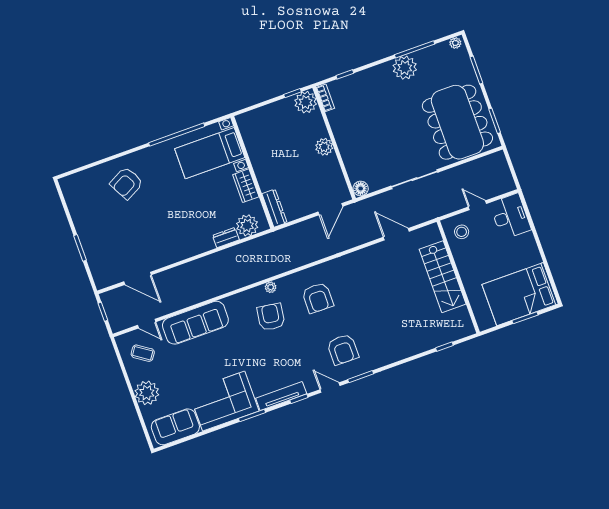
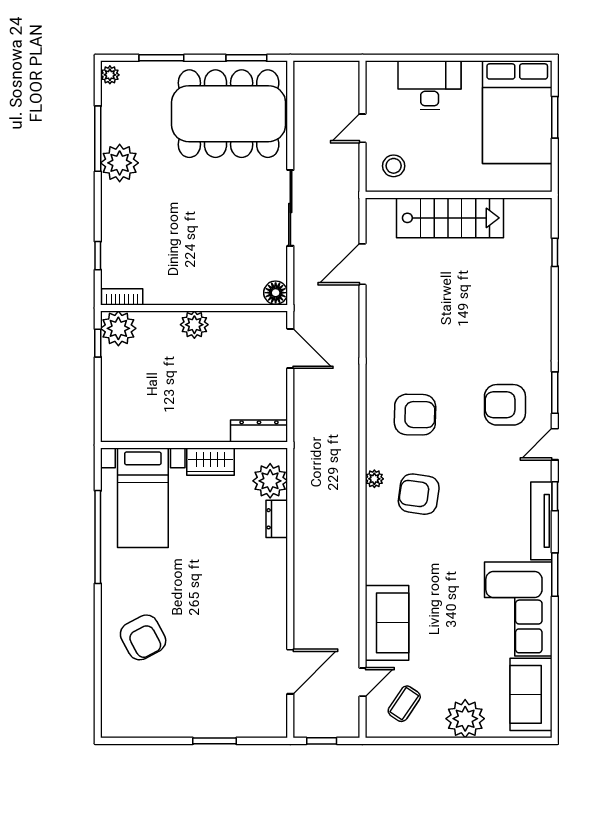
desk: (510, 216) -> (430, 85), moved
sofa: (195, 323) -> (387, 623), width x0.73
armchair: (343, 349) -> (505, 405), turned 180

